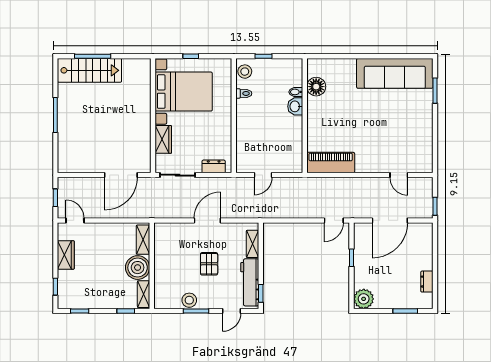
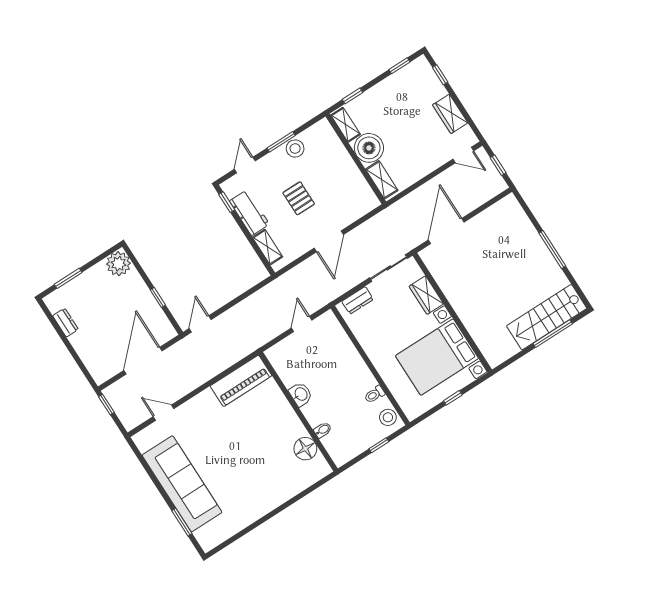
sofa: (395, 73) -> (182, 484), moved, turned 90
washbasin: (295, 106) -> (301, 394), moved
workbench: (250, 282) -> (249, 213), width x0.73

